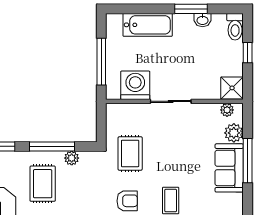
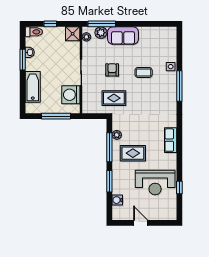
window: (248, 161) -> (102, 24), moved
armchair: (127, 201) -> (112, 70), moved

